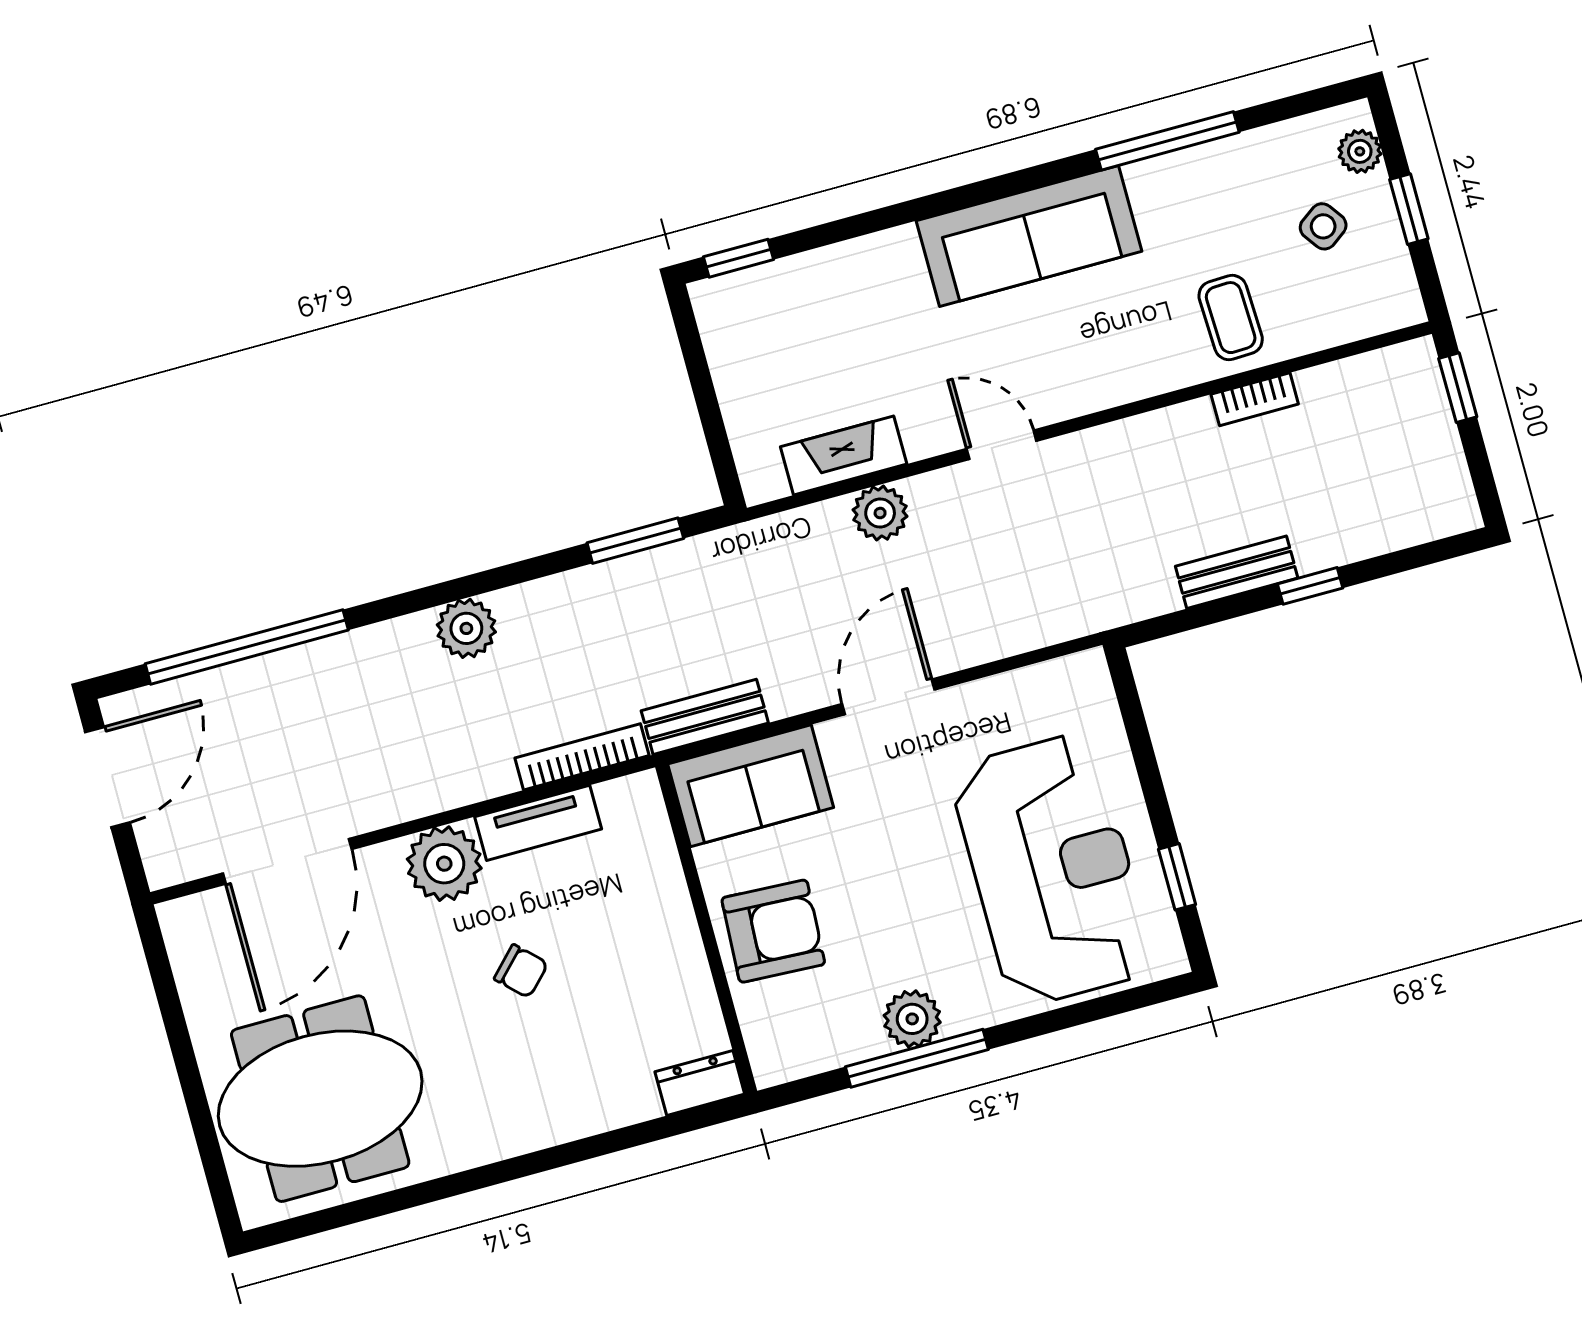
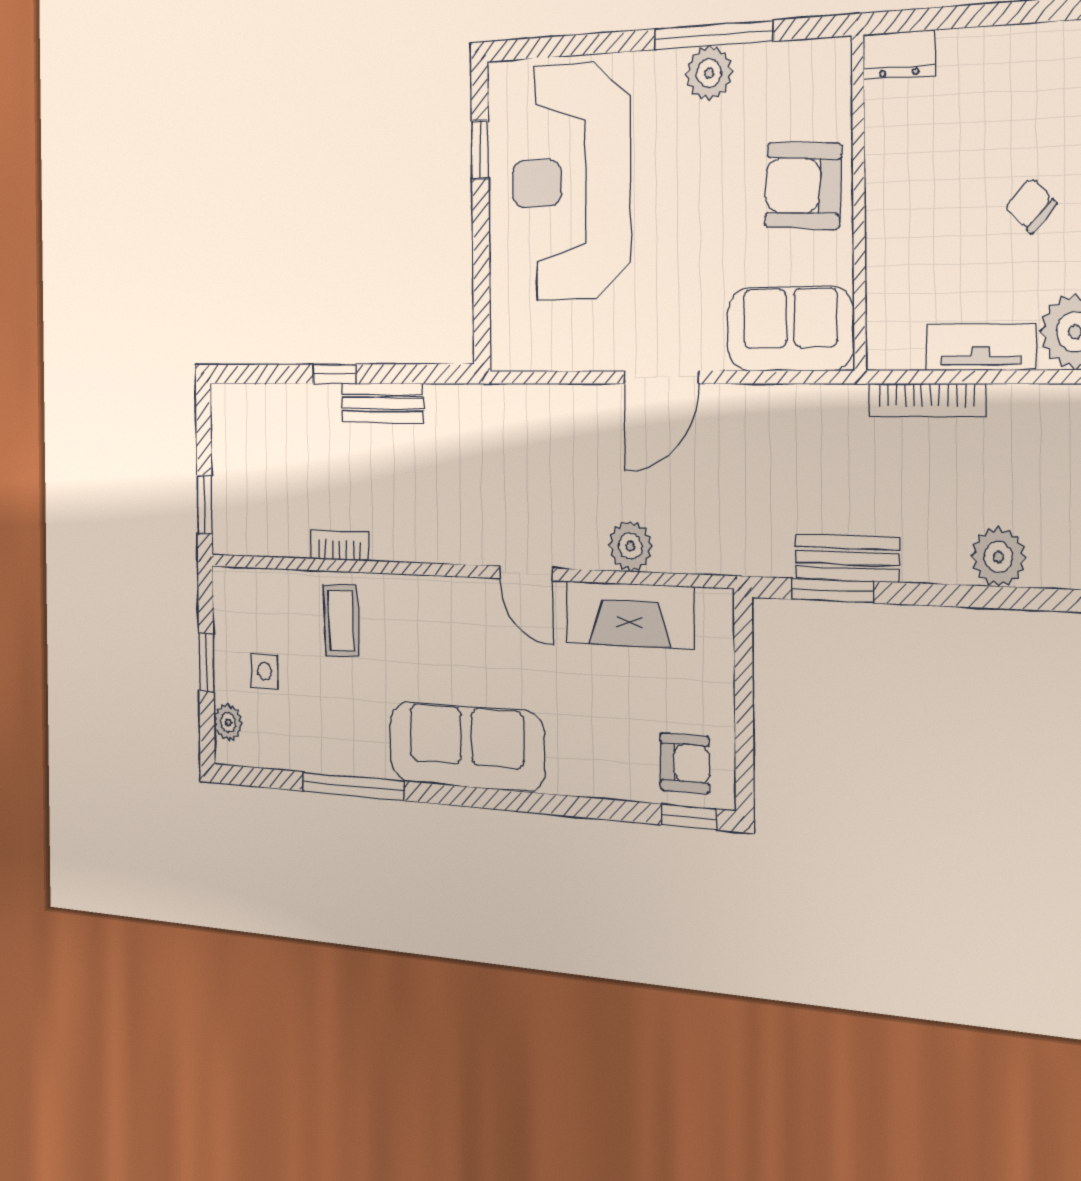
side table: (1323, 226) -> (264, 671), turned 36
armchair: (757, 312) -> (685, 763), added
fireplace: (844, 455) -> (630, 615), width x1.37, depth x1.32
bench: (705, 717) -> (847, 558), moved

